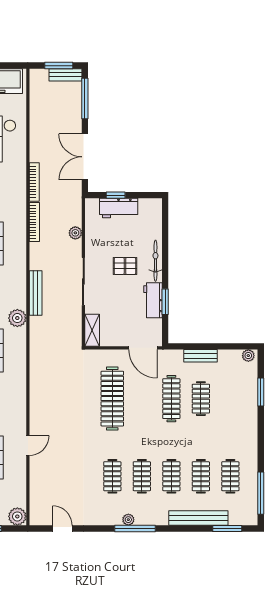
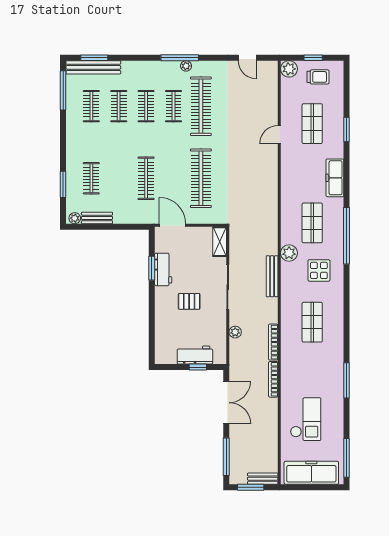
bench: (66, 75) -> (263, 479), moved
bicycle: (155, 261) -> (161, 306), removed
bench: (201, 356) -> (97, 218), moved
clothes rail: (201, 399) -> (91, 178), moved
clothes rail: (112, 476) -> (201, 106), width x1.86, depth x1.31
bench: (198, 518) -> (93, 67), moved

